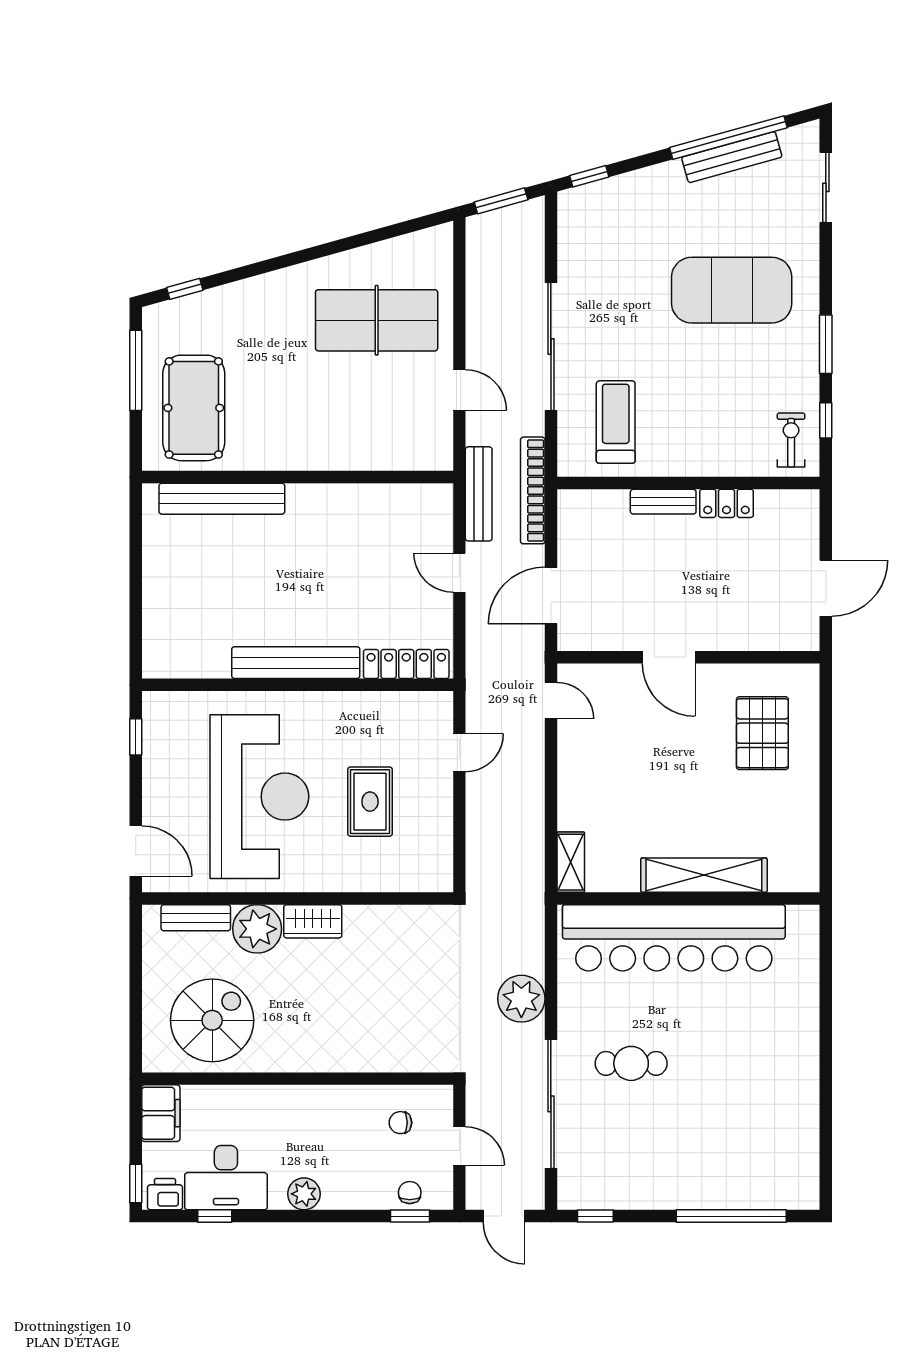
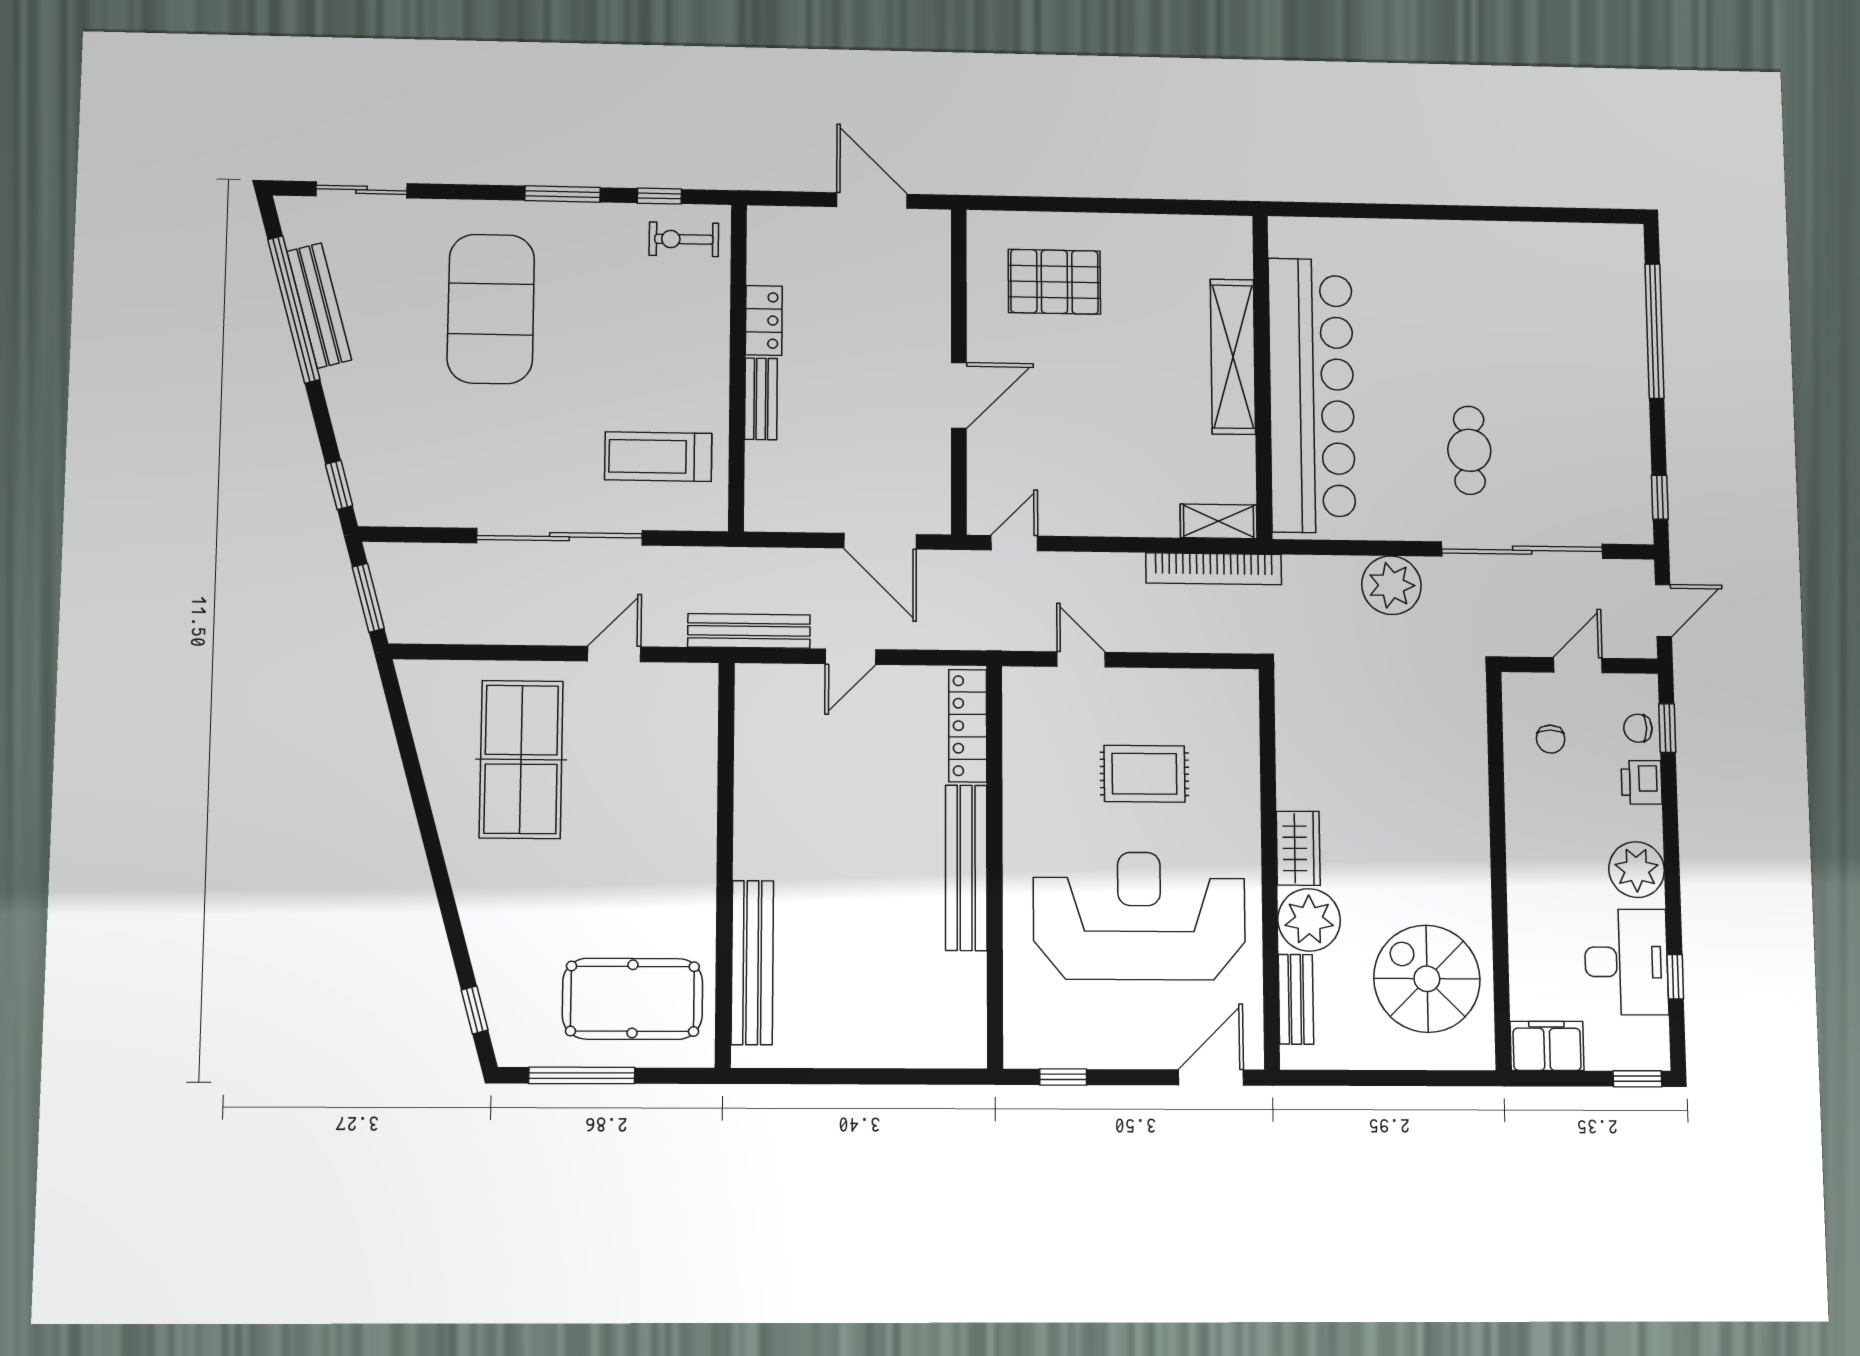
bookcase: (533, 490) -> (1214, 569), moved
printer: (165, 1194) -> (1642, 782), moved
plant: (304, 1194) -> (1637, 870), width x1.36, depth x1.36

